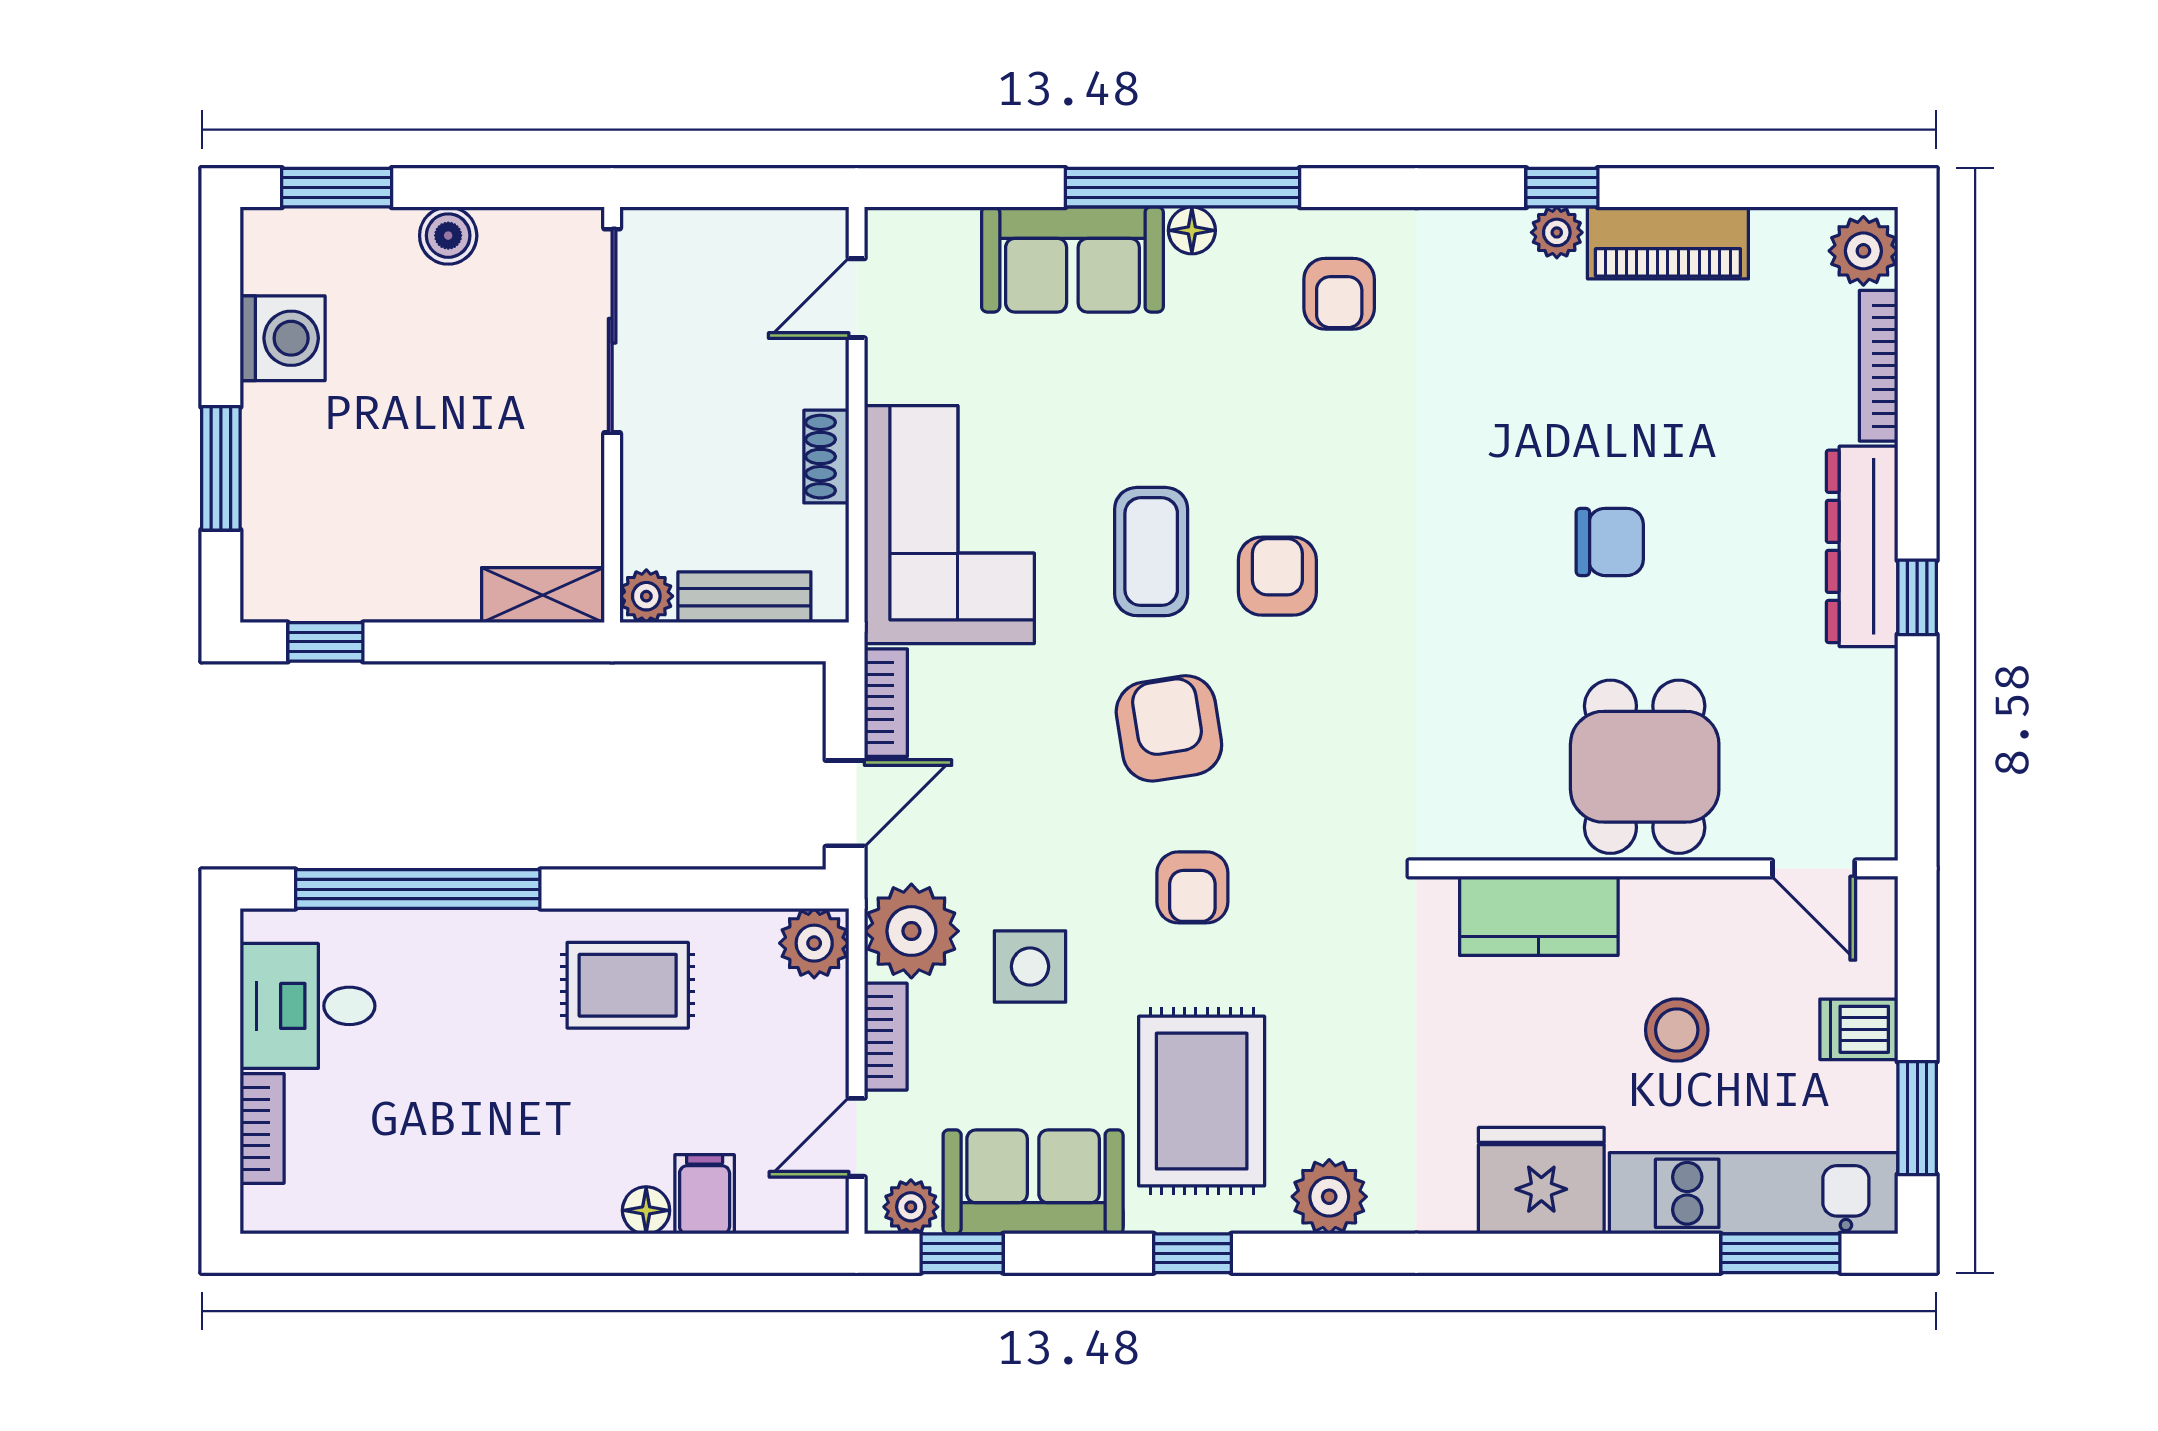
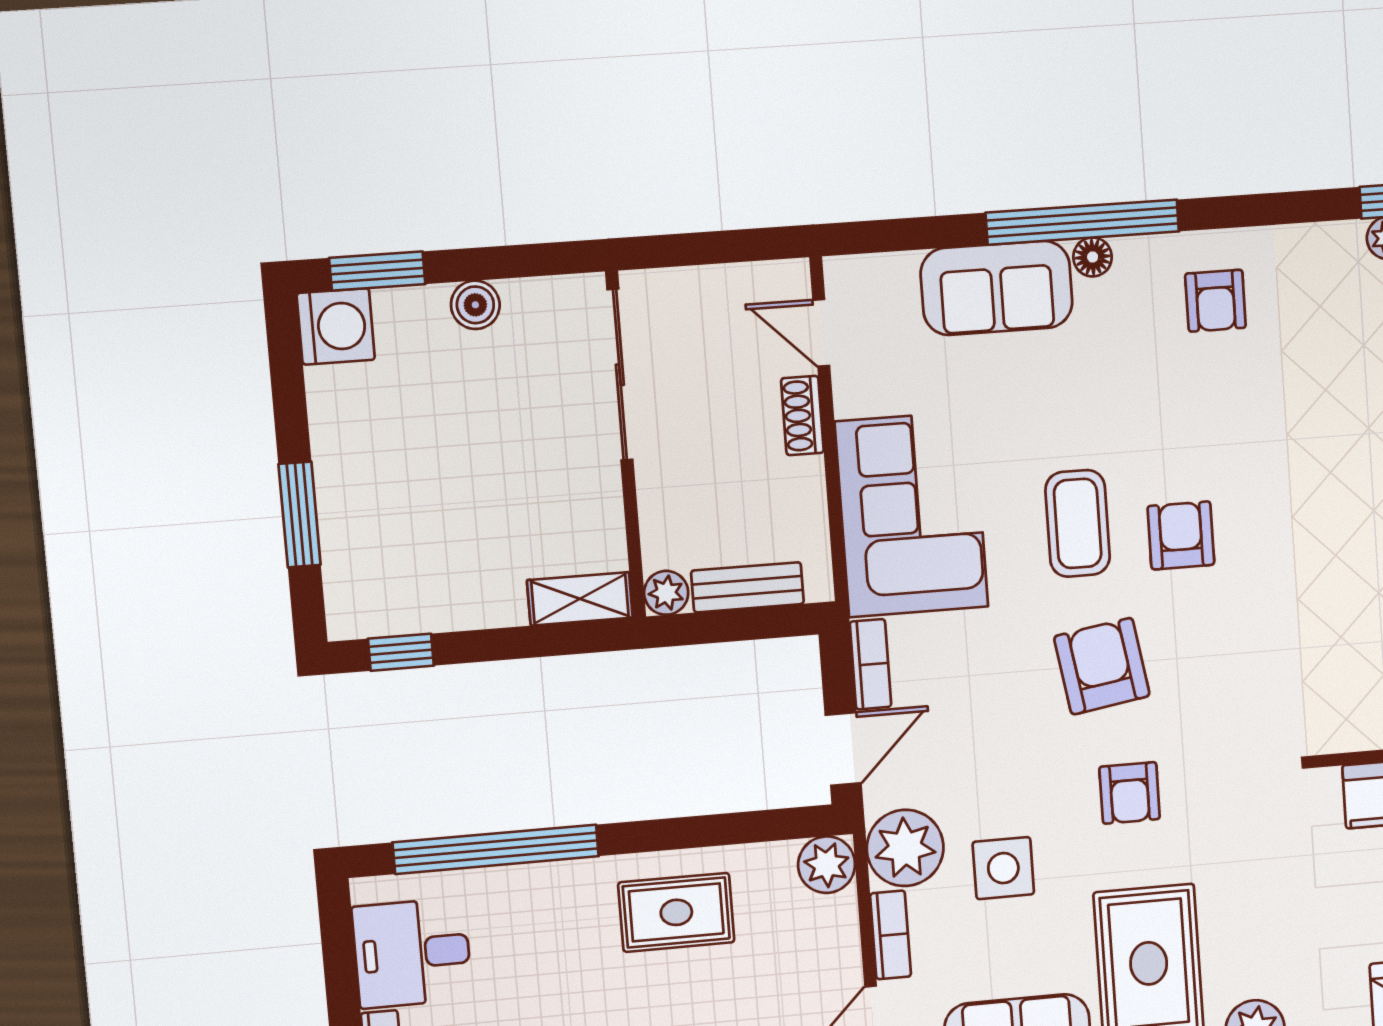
door: (857, 298) -> (821, 333), hinge flipped
washing machine: (283, 338) -> (336, 326), moved
shoe rack: (826, 457) -> (802, 416), moved

